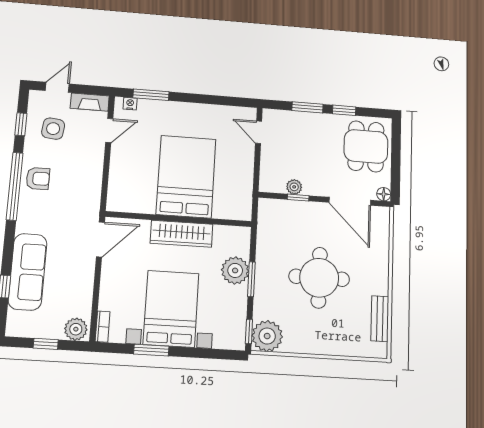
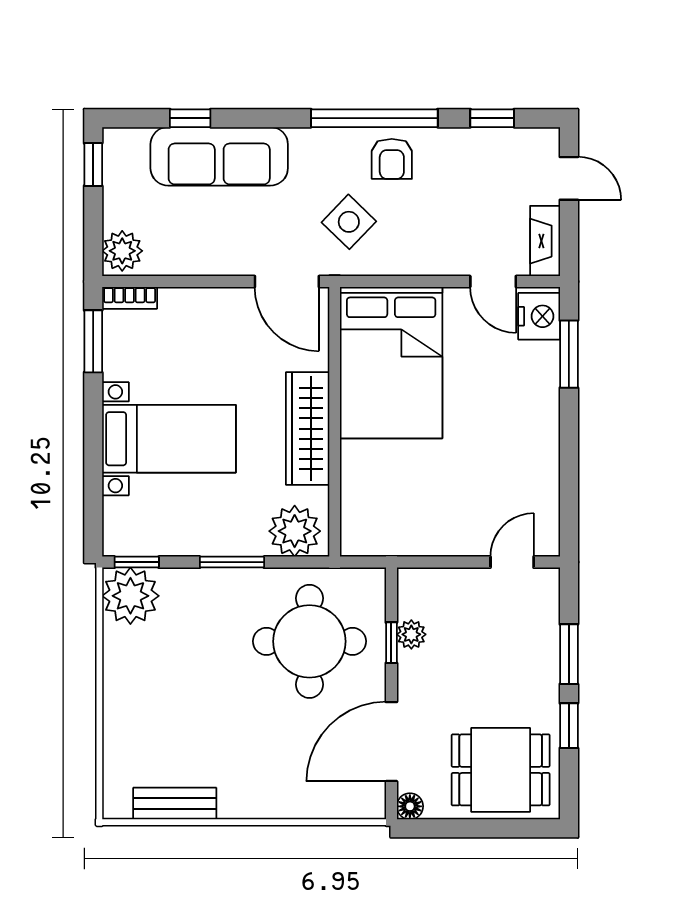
nightstand: (130, 104) -> (539, 316), width x1.89, depth x1.79
side table: (53, 129) -> (349, 222), moved, turned 38
bed: (186, 177) -> (391, 363), moved, turned 90
plant: (235, 270) -> (295, 531), moved
round table: (319, 278) -> (309, 641), moved
bed with nightstands: (171, 309) -> (169, 439), width x0.73
window: (46, 344) -> (93, 165), moved
window: (151, 350) -> (93, 341), moved

